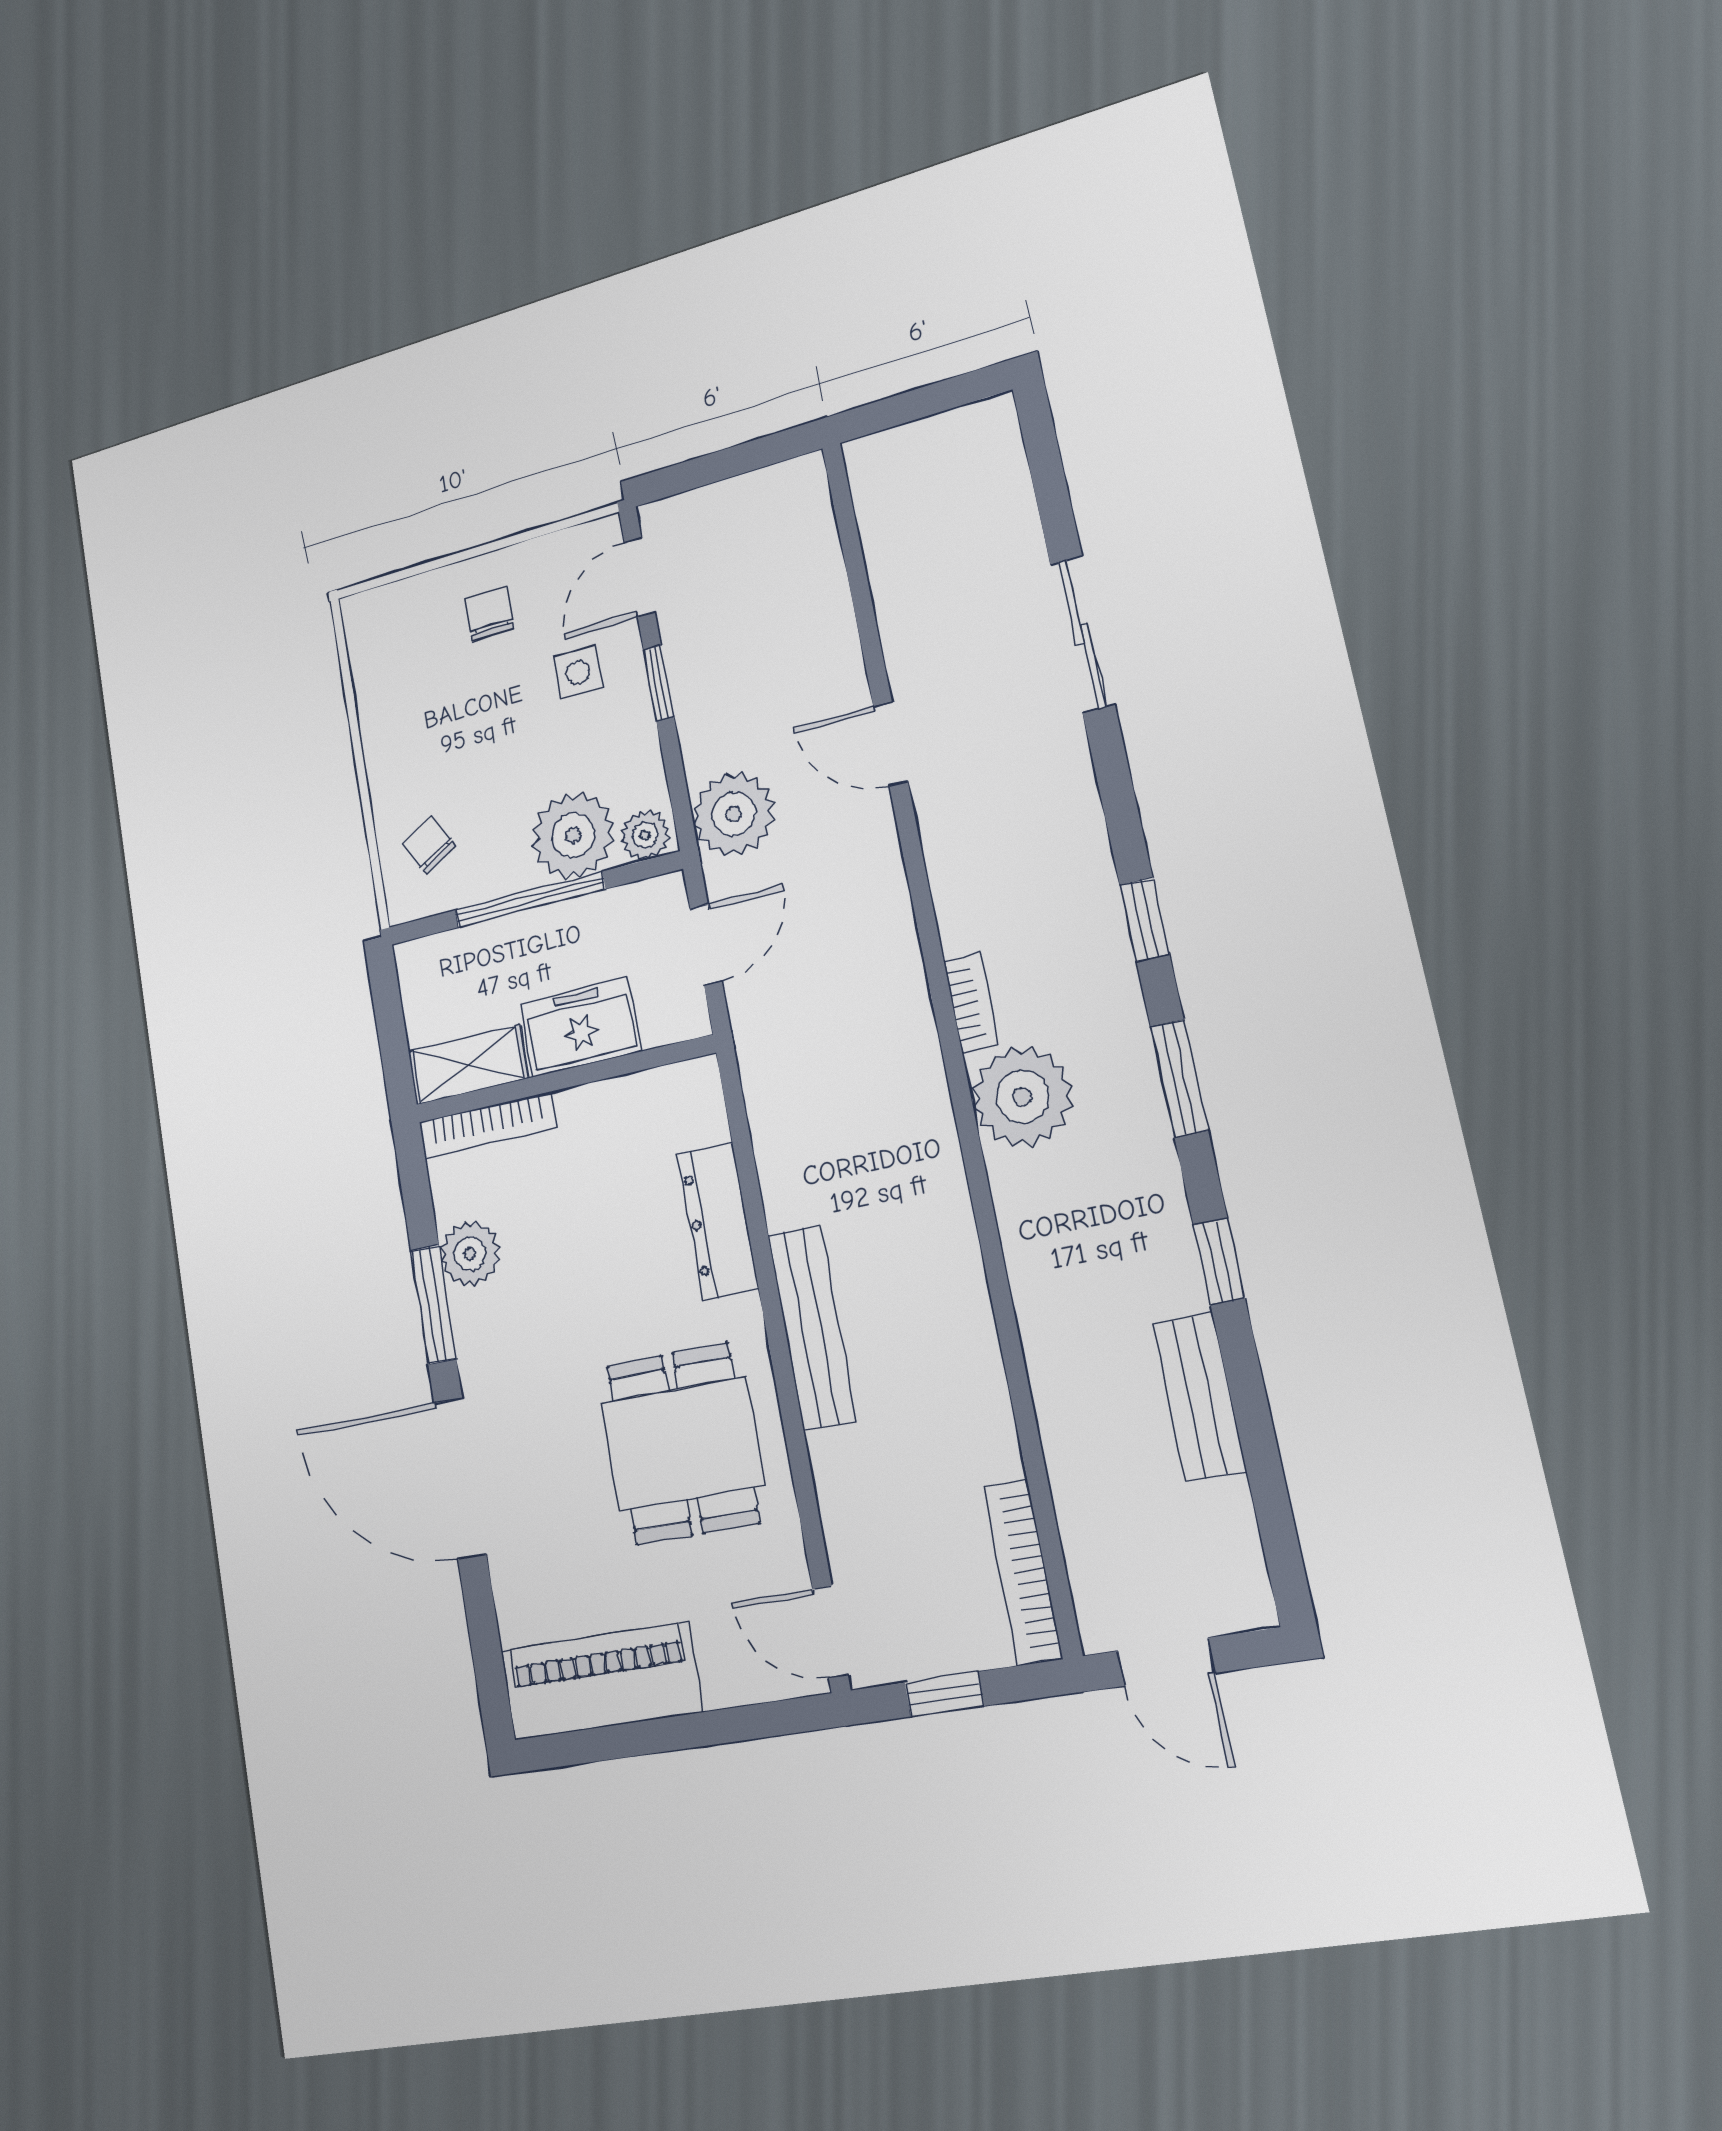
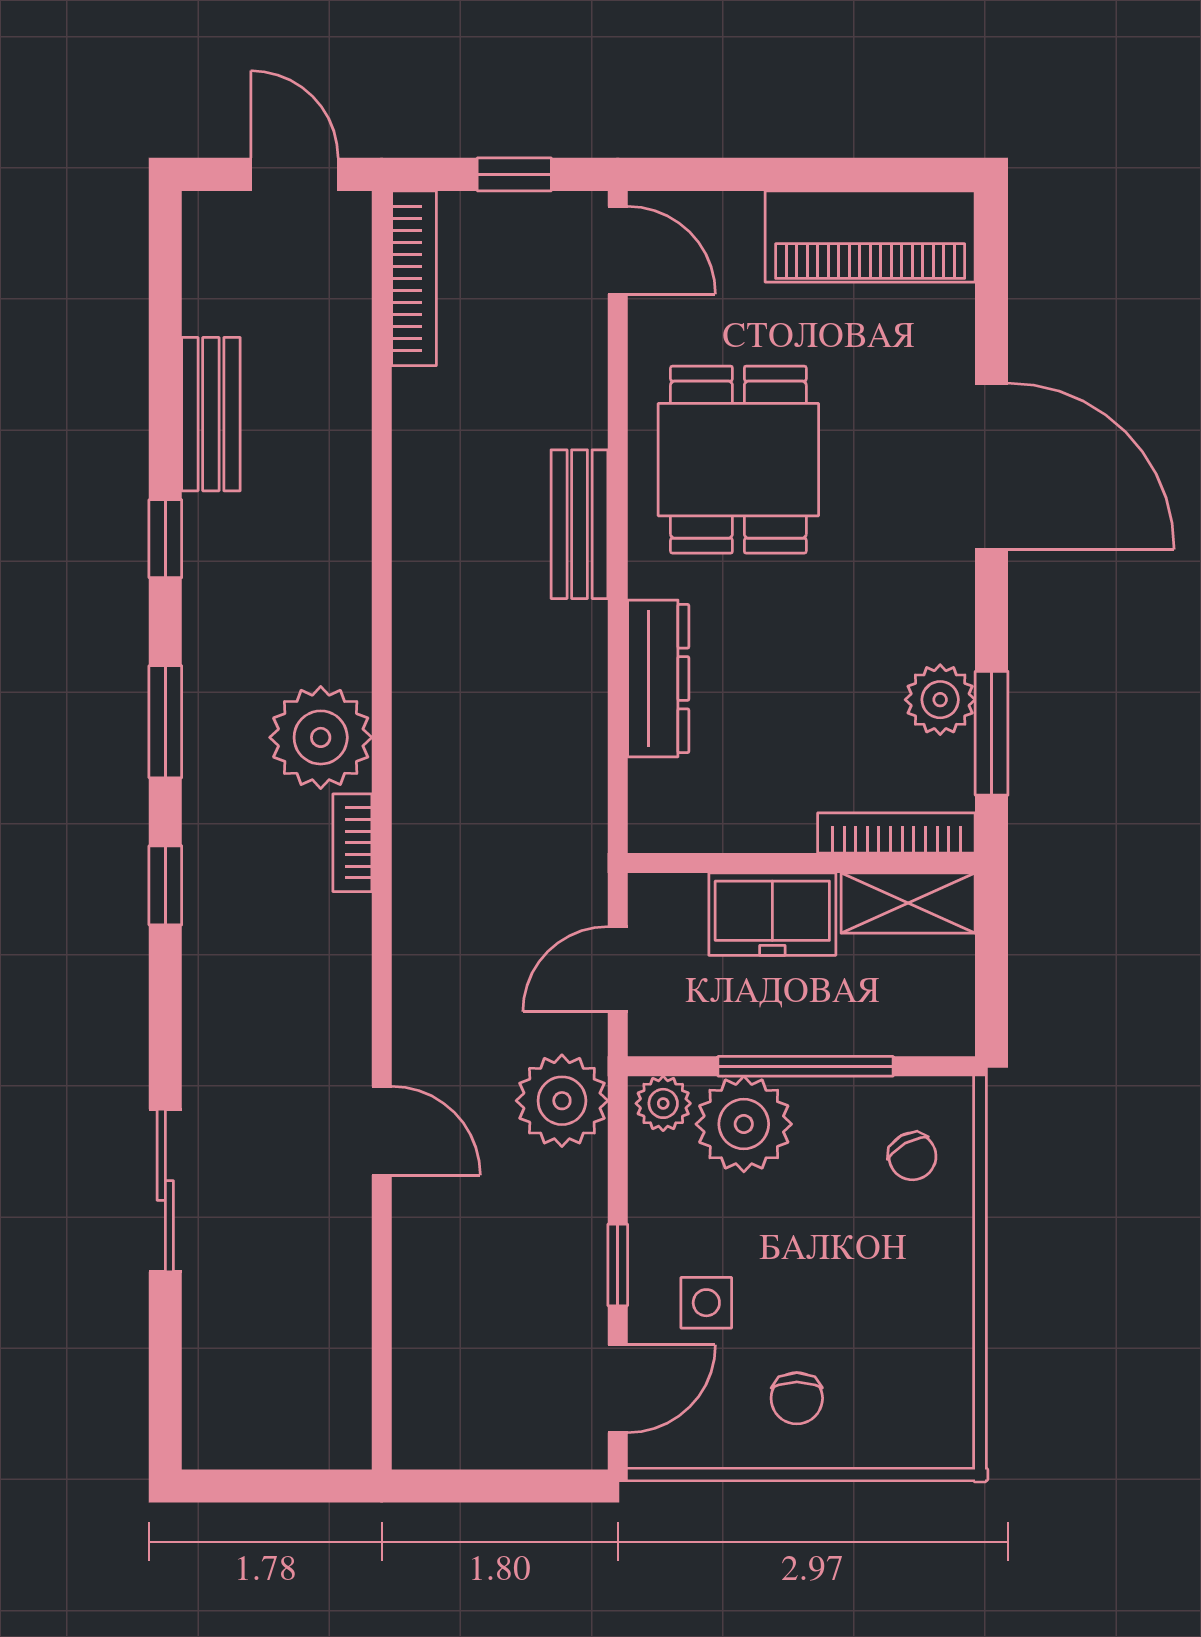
window: (433, 1304) -> (992, 733), moved
bench: (812, 1328) -> (580, 524), width x0.73

